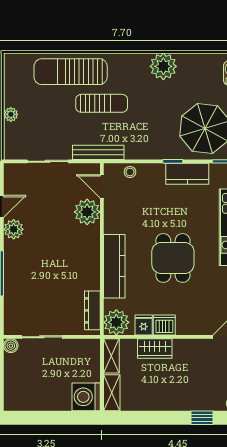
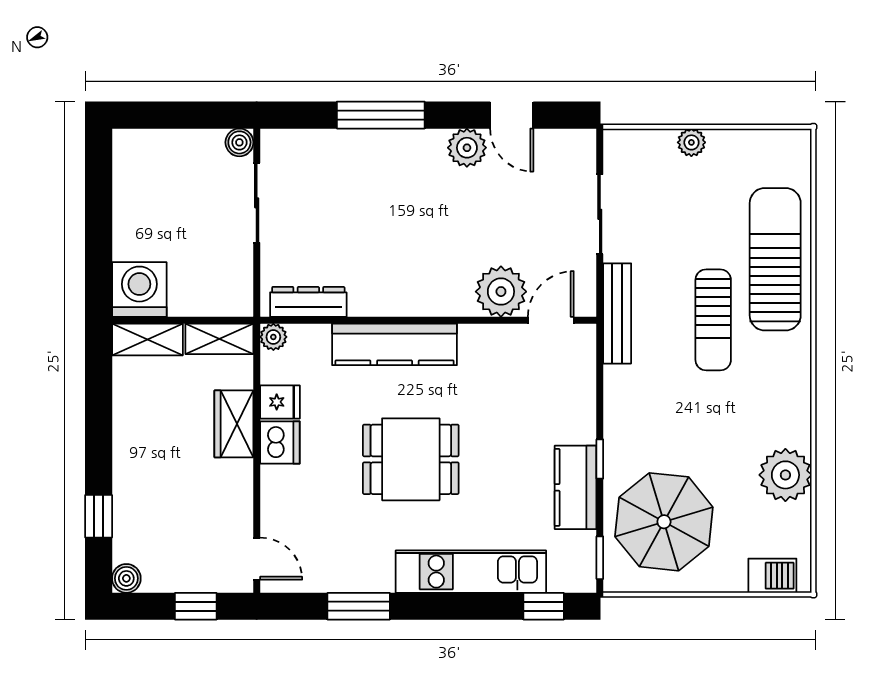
plant: (163, 66) -> (785, 475), moved
stool: (130, 172) -> (579, 375), removed
plant: (116, 322) -> (273, 337), width x0.53, depth x0.53

